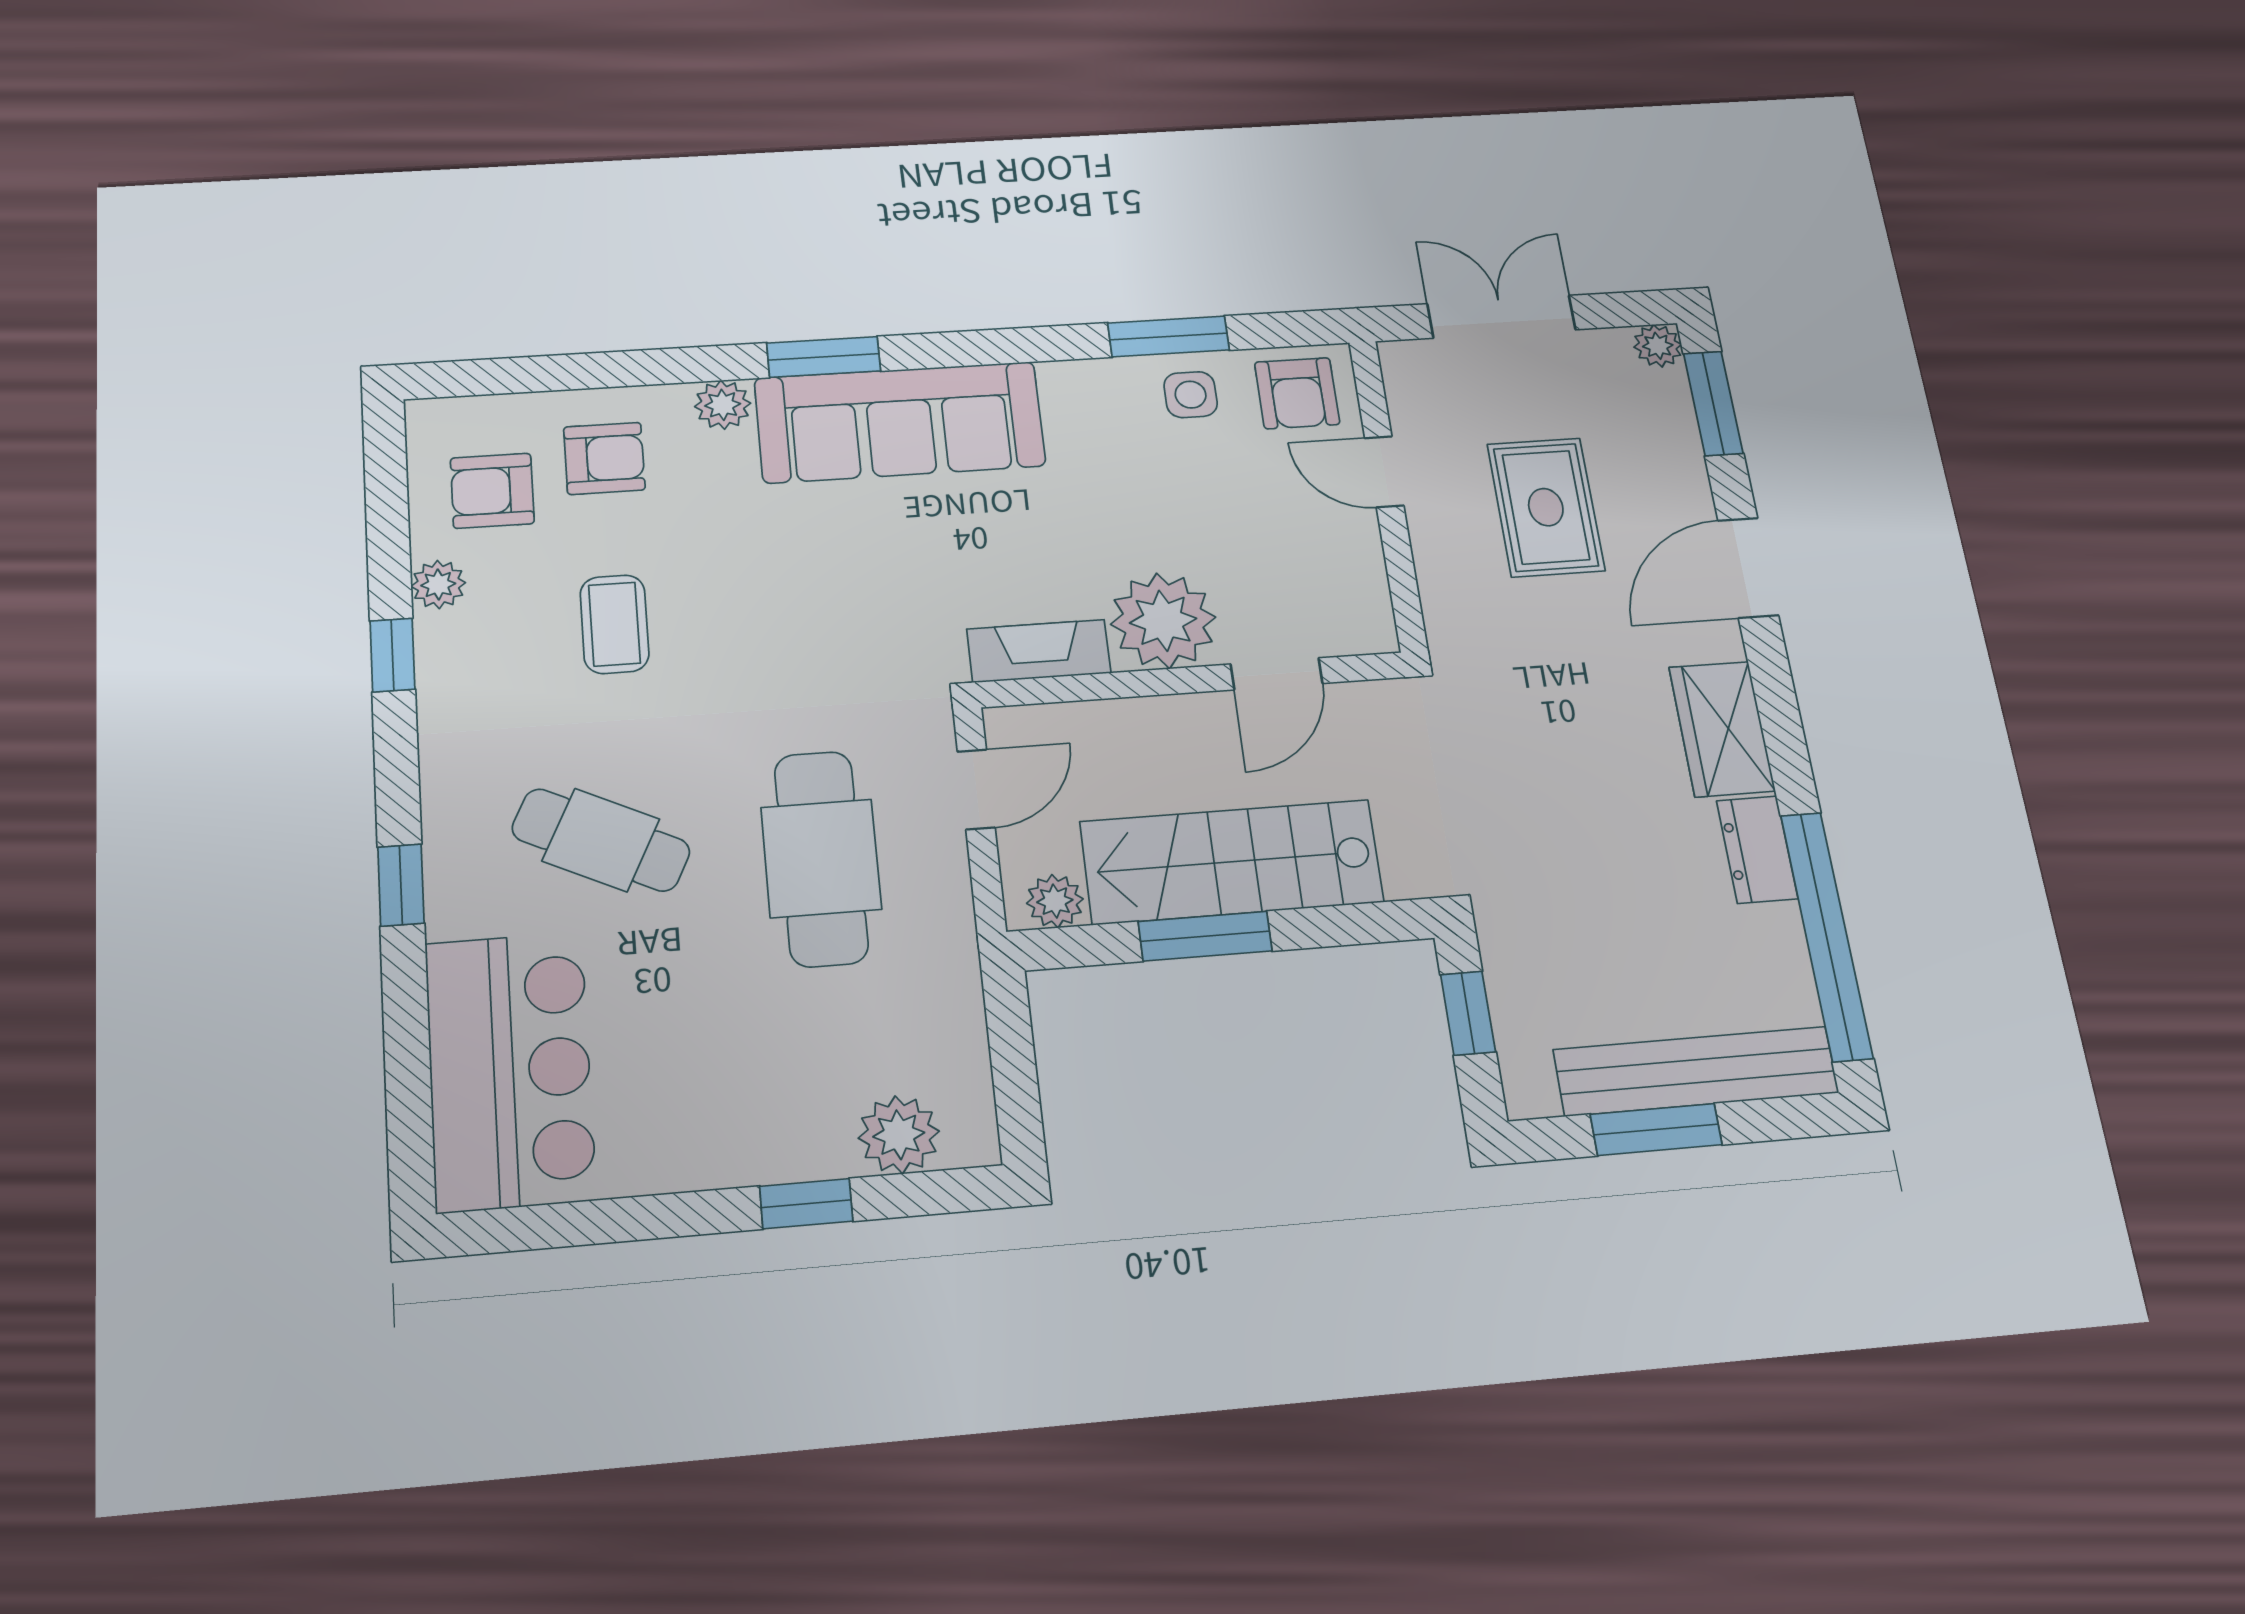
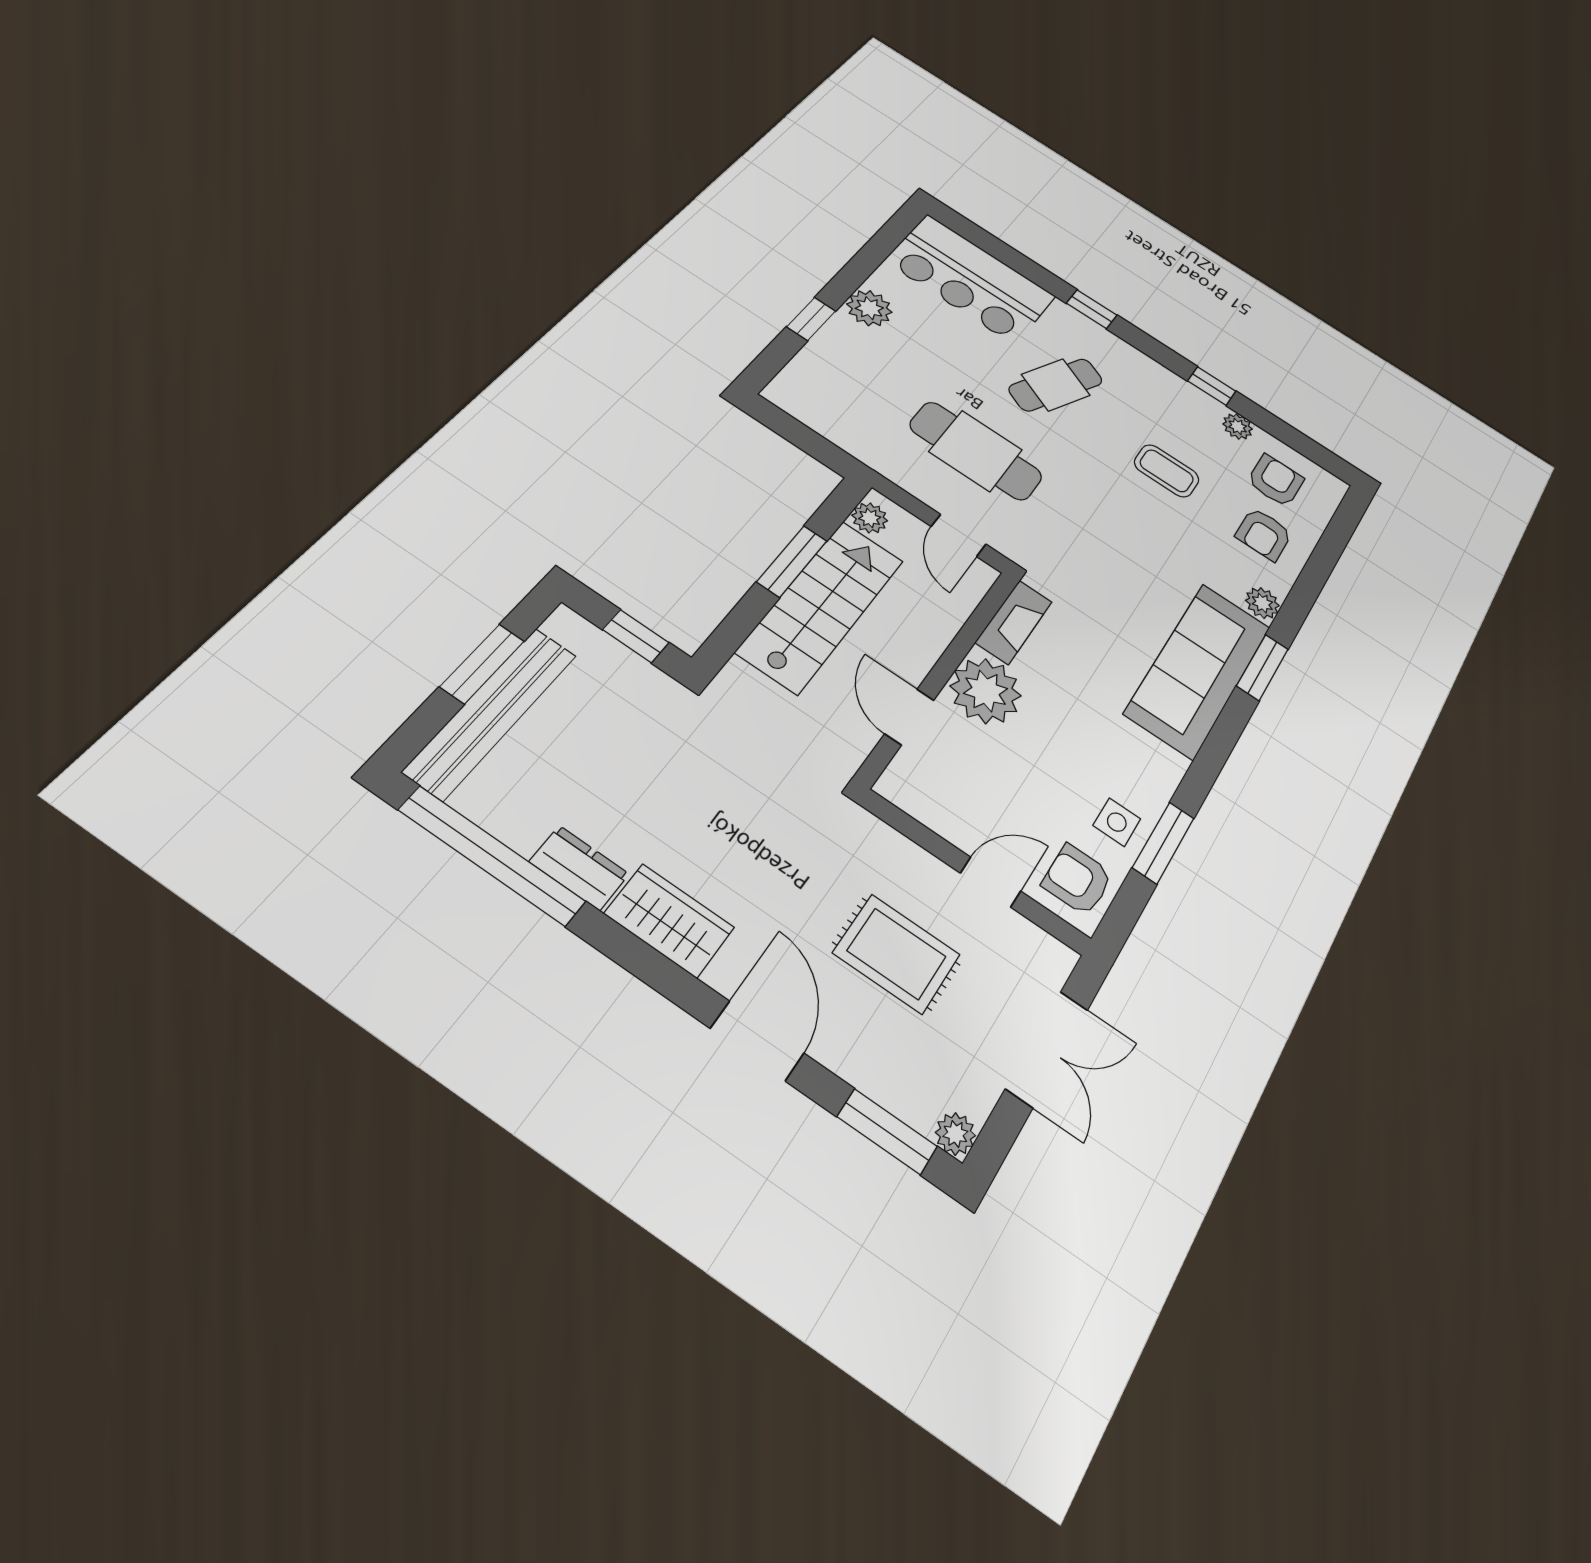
plant: (899, 1135) -> (869, 308), moved

